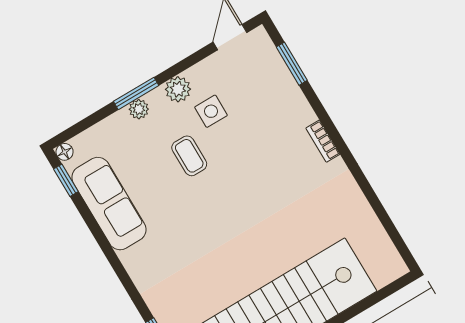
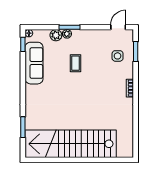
plant: (178, 89) -> (56, 35), moved
side table: (211, 111) -> (118, 56), moved

